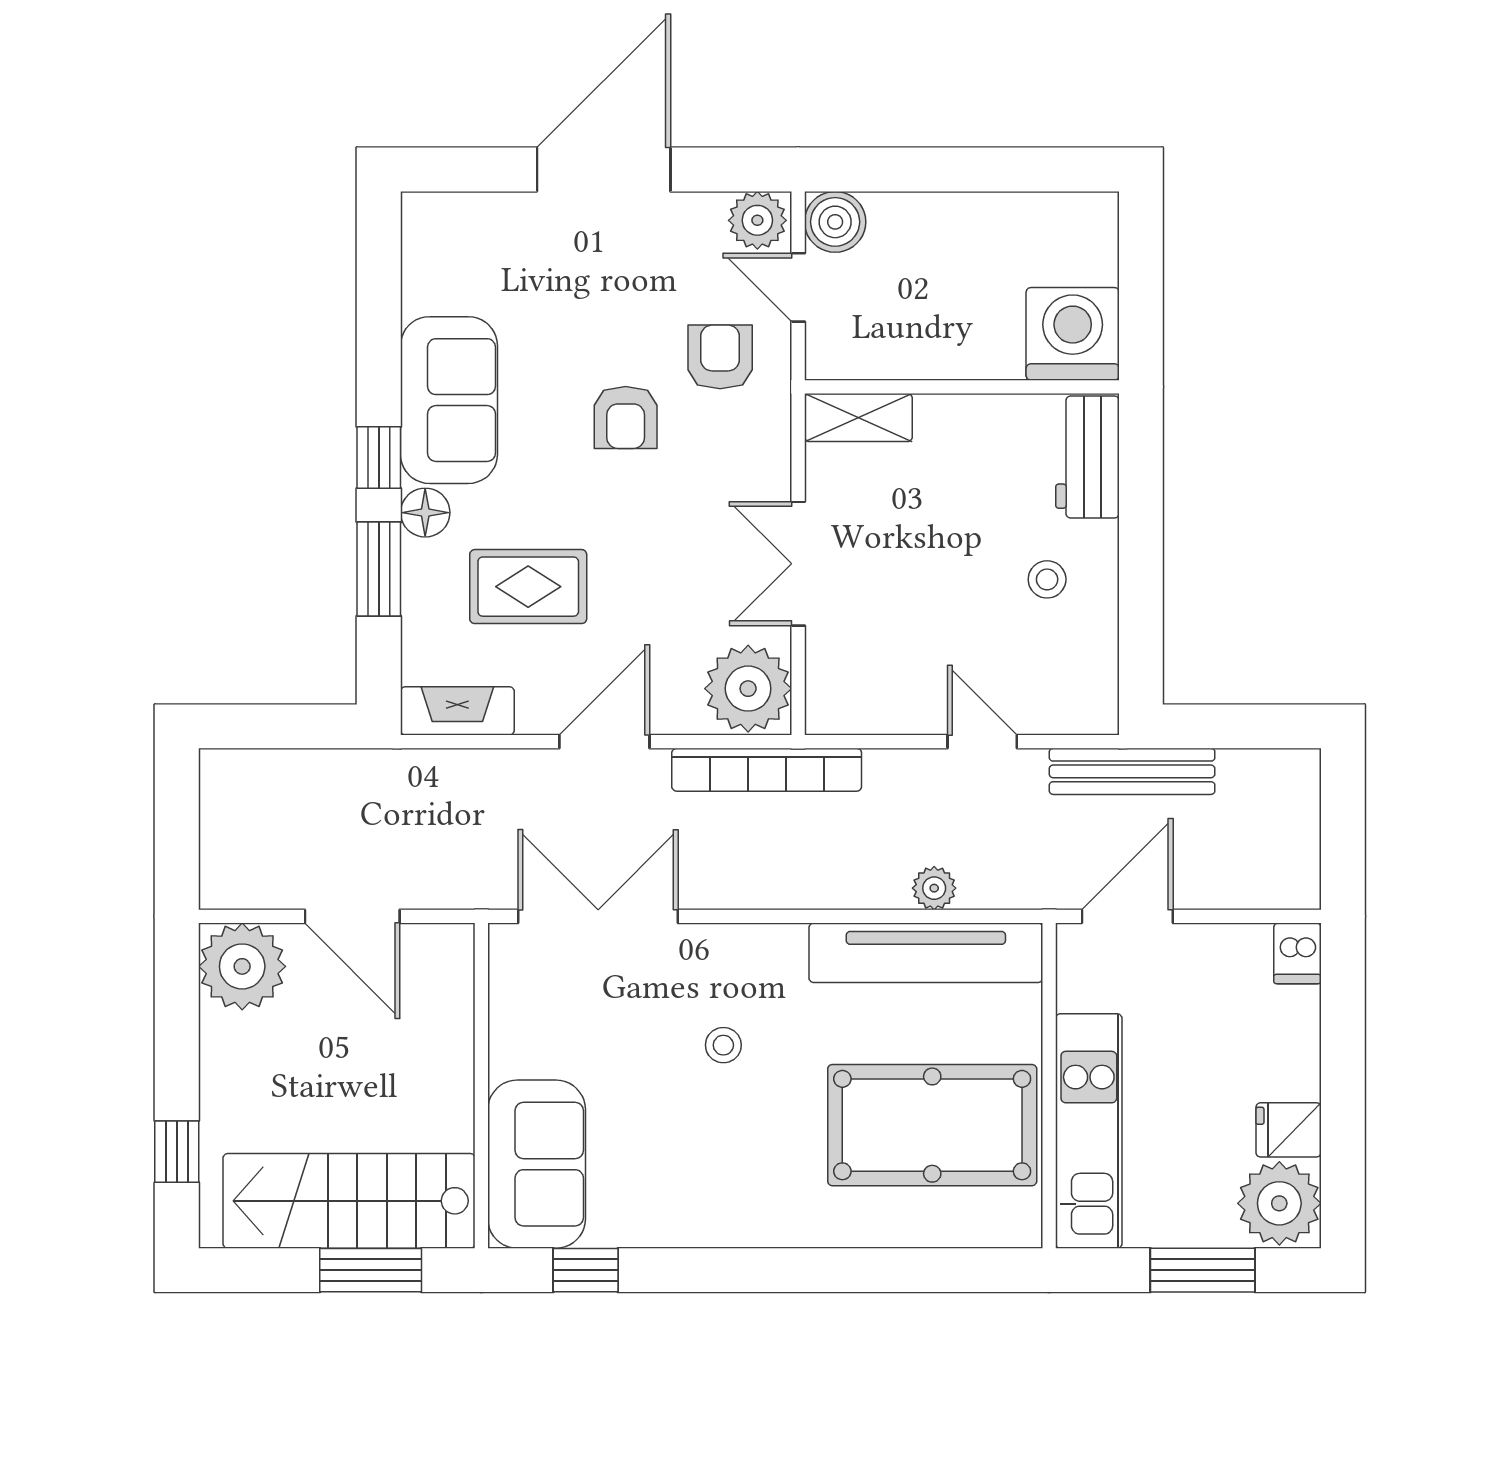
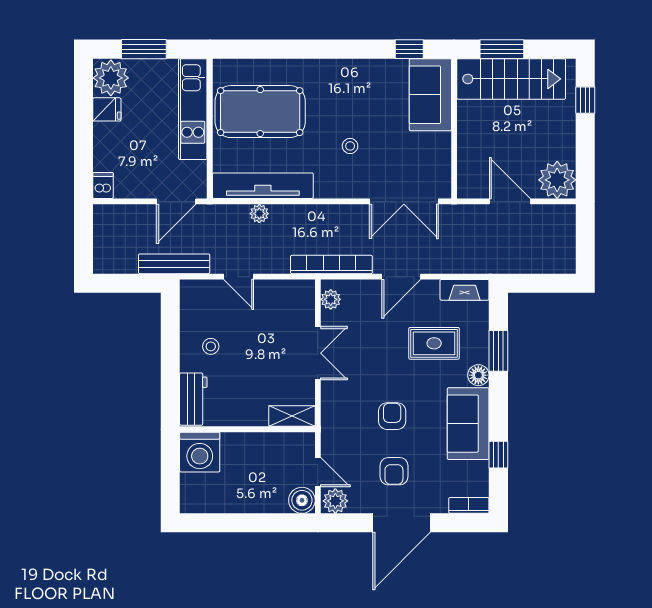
bookcase: (447, 210) -> (469, 505), added
armchair: (720, 357) -> (394, 471), moved
window: (379, 457) -> (498, 455), moved
plant: (748, 689) -> (331, 299), width x0.53, depth x0.53

